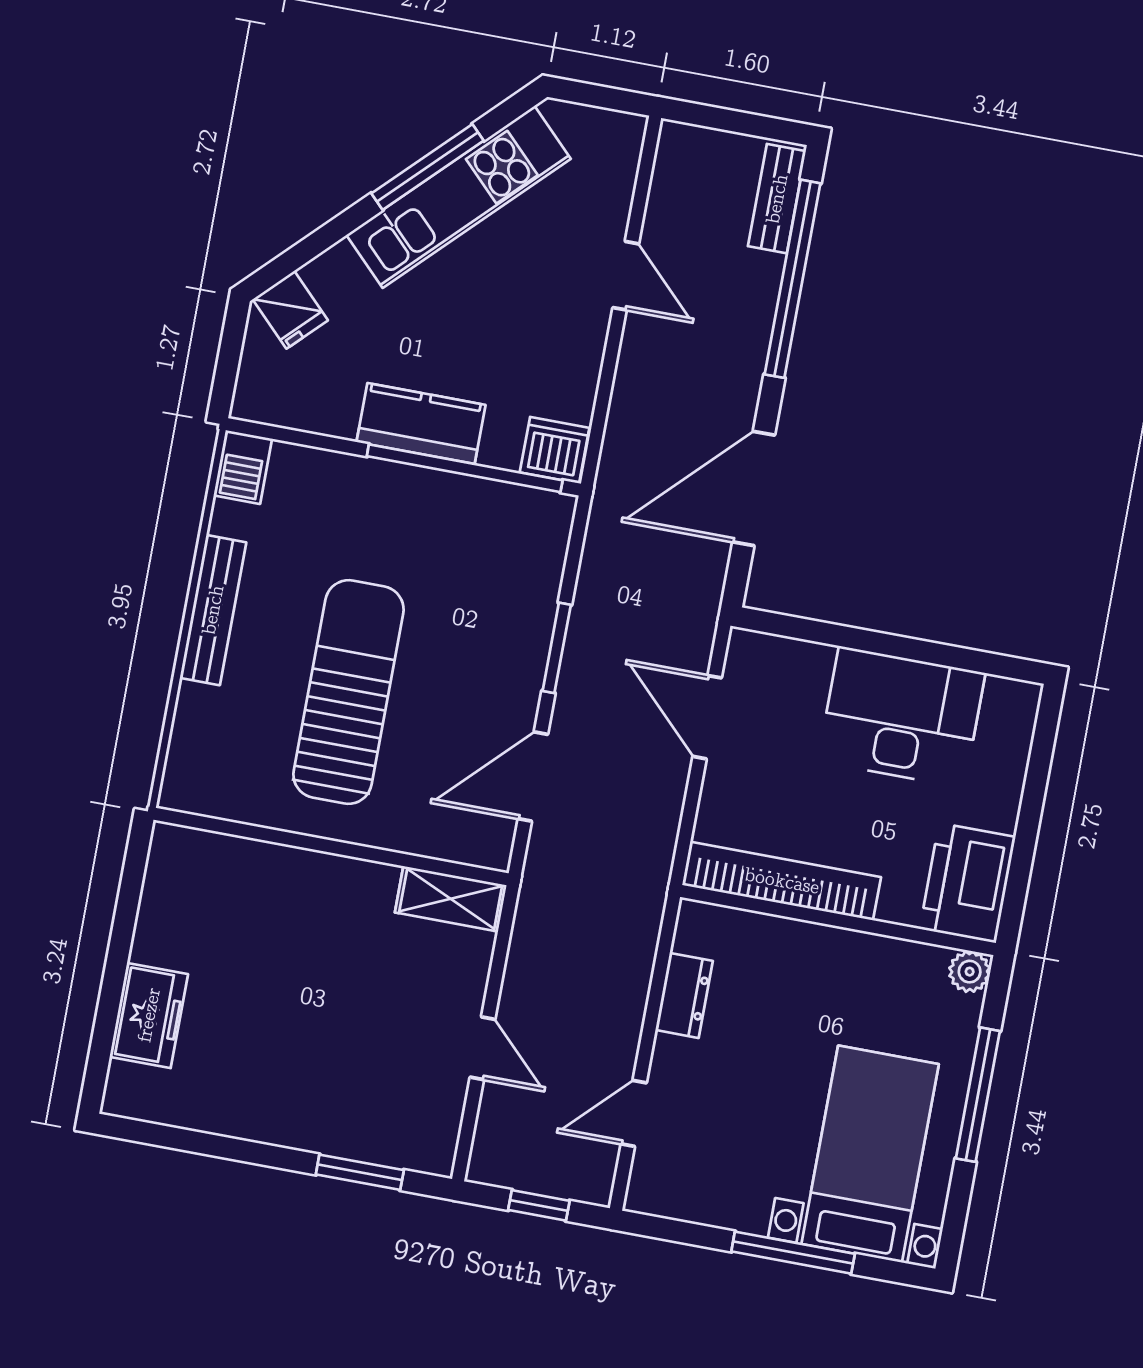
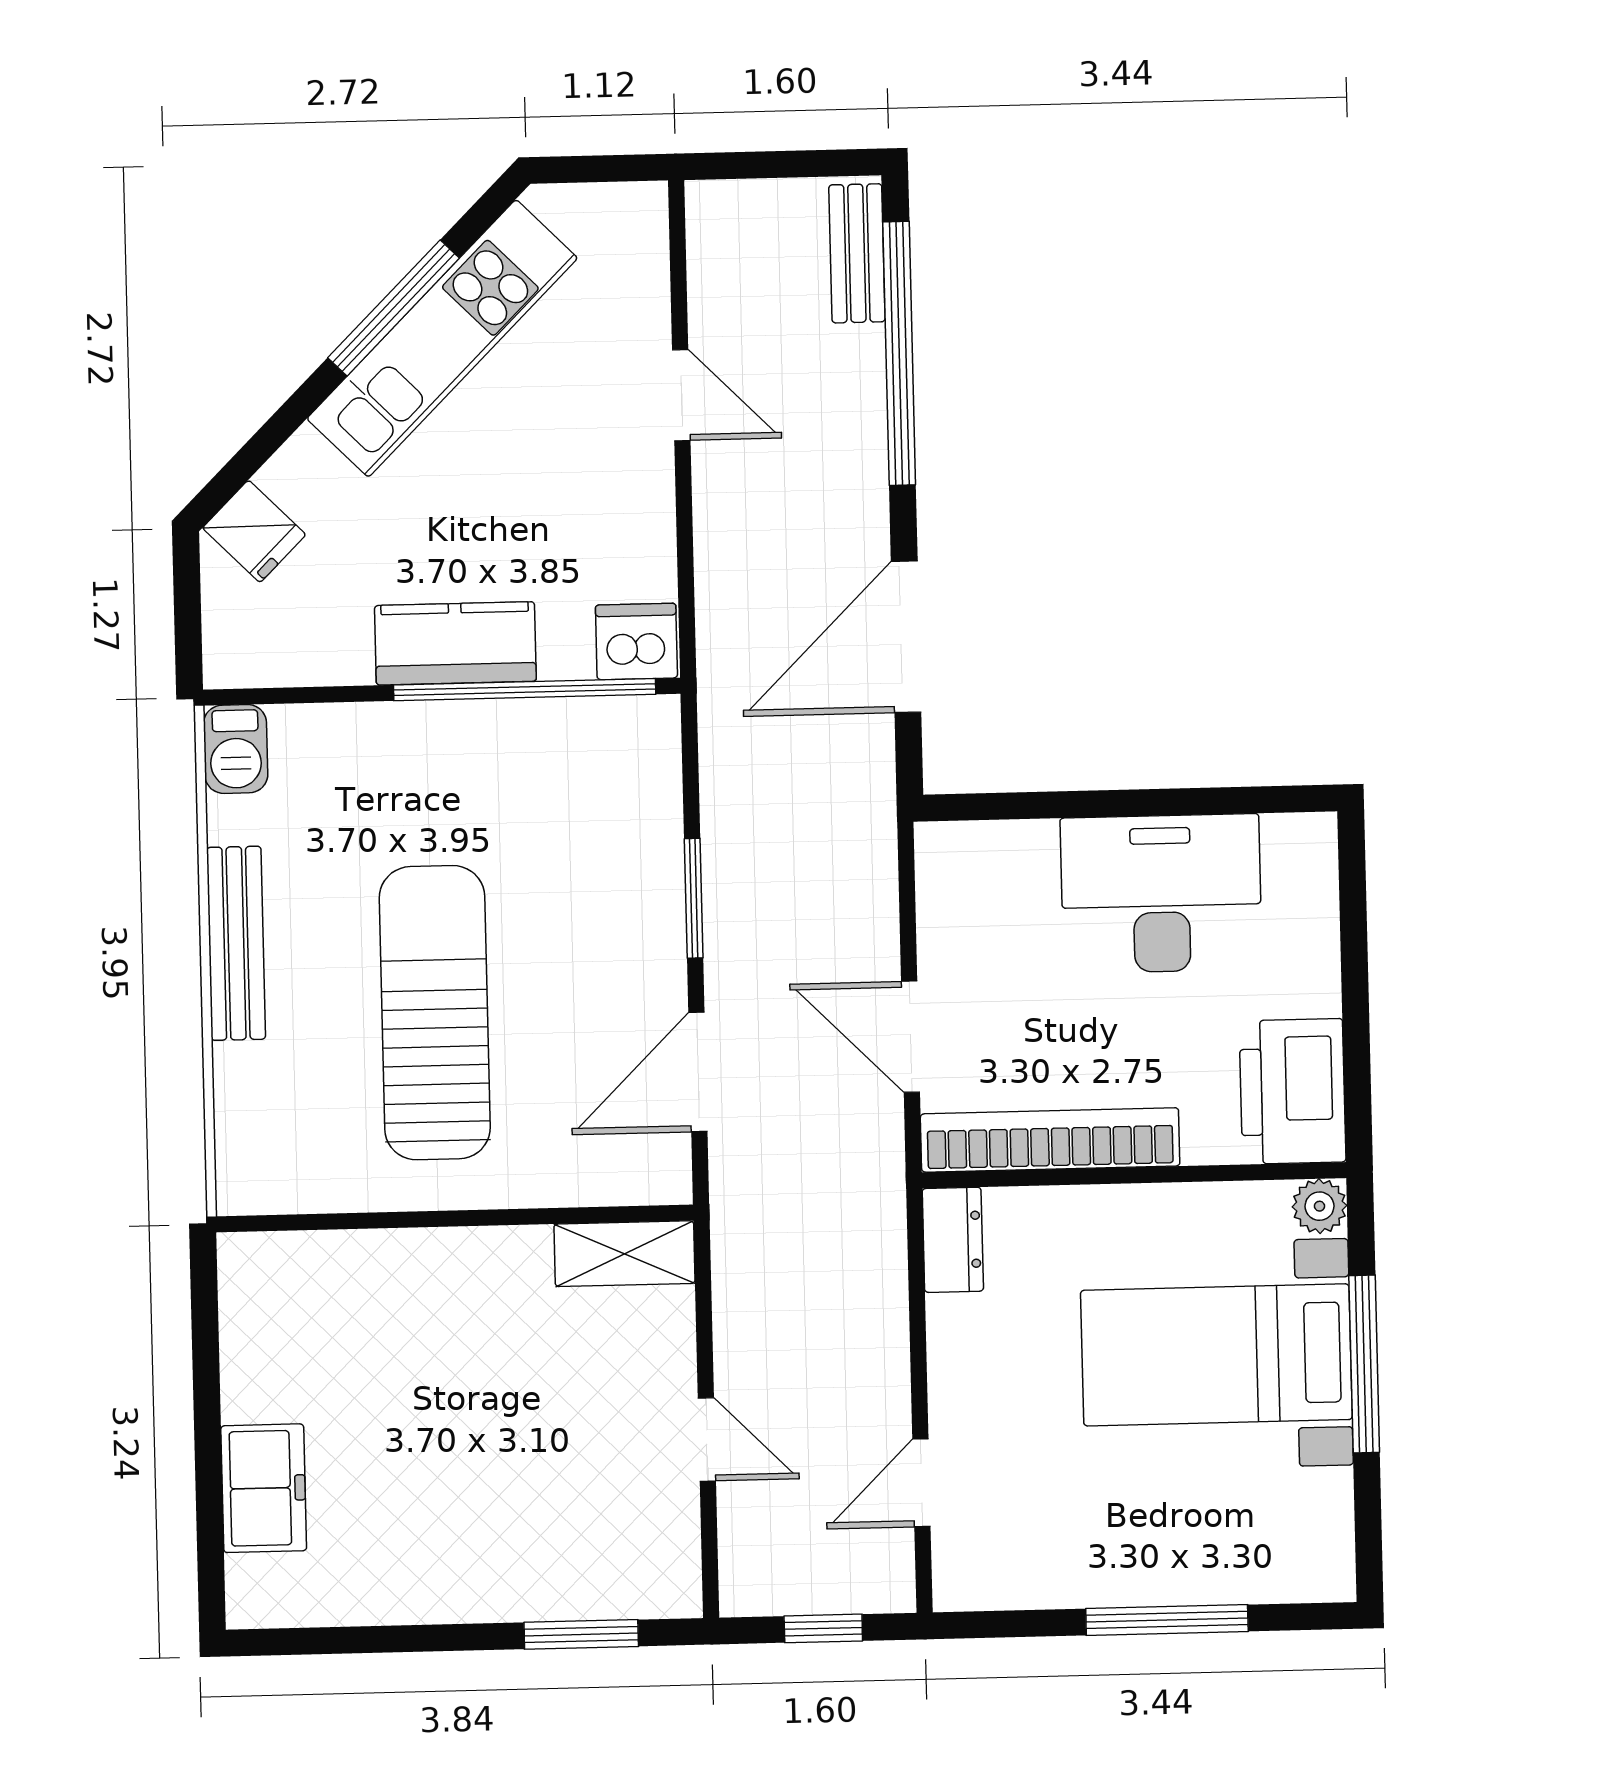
door: (707, 717) -> (910, 1037), moved
dresser: (684, 995) -> (953, 1240), moved
bed with nightstands: (870, 1154) -> (1216, 1355), moved, turned -90

